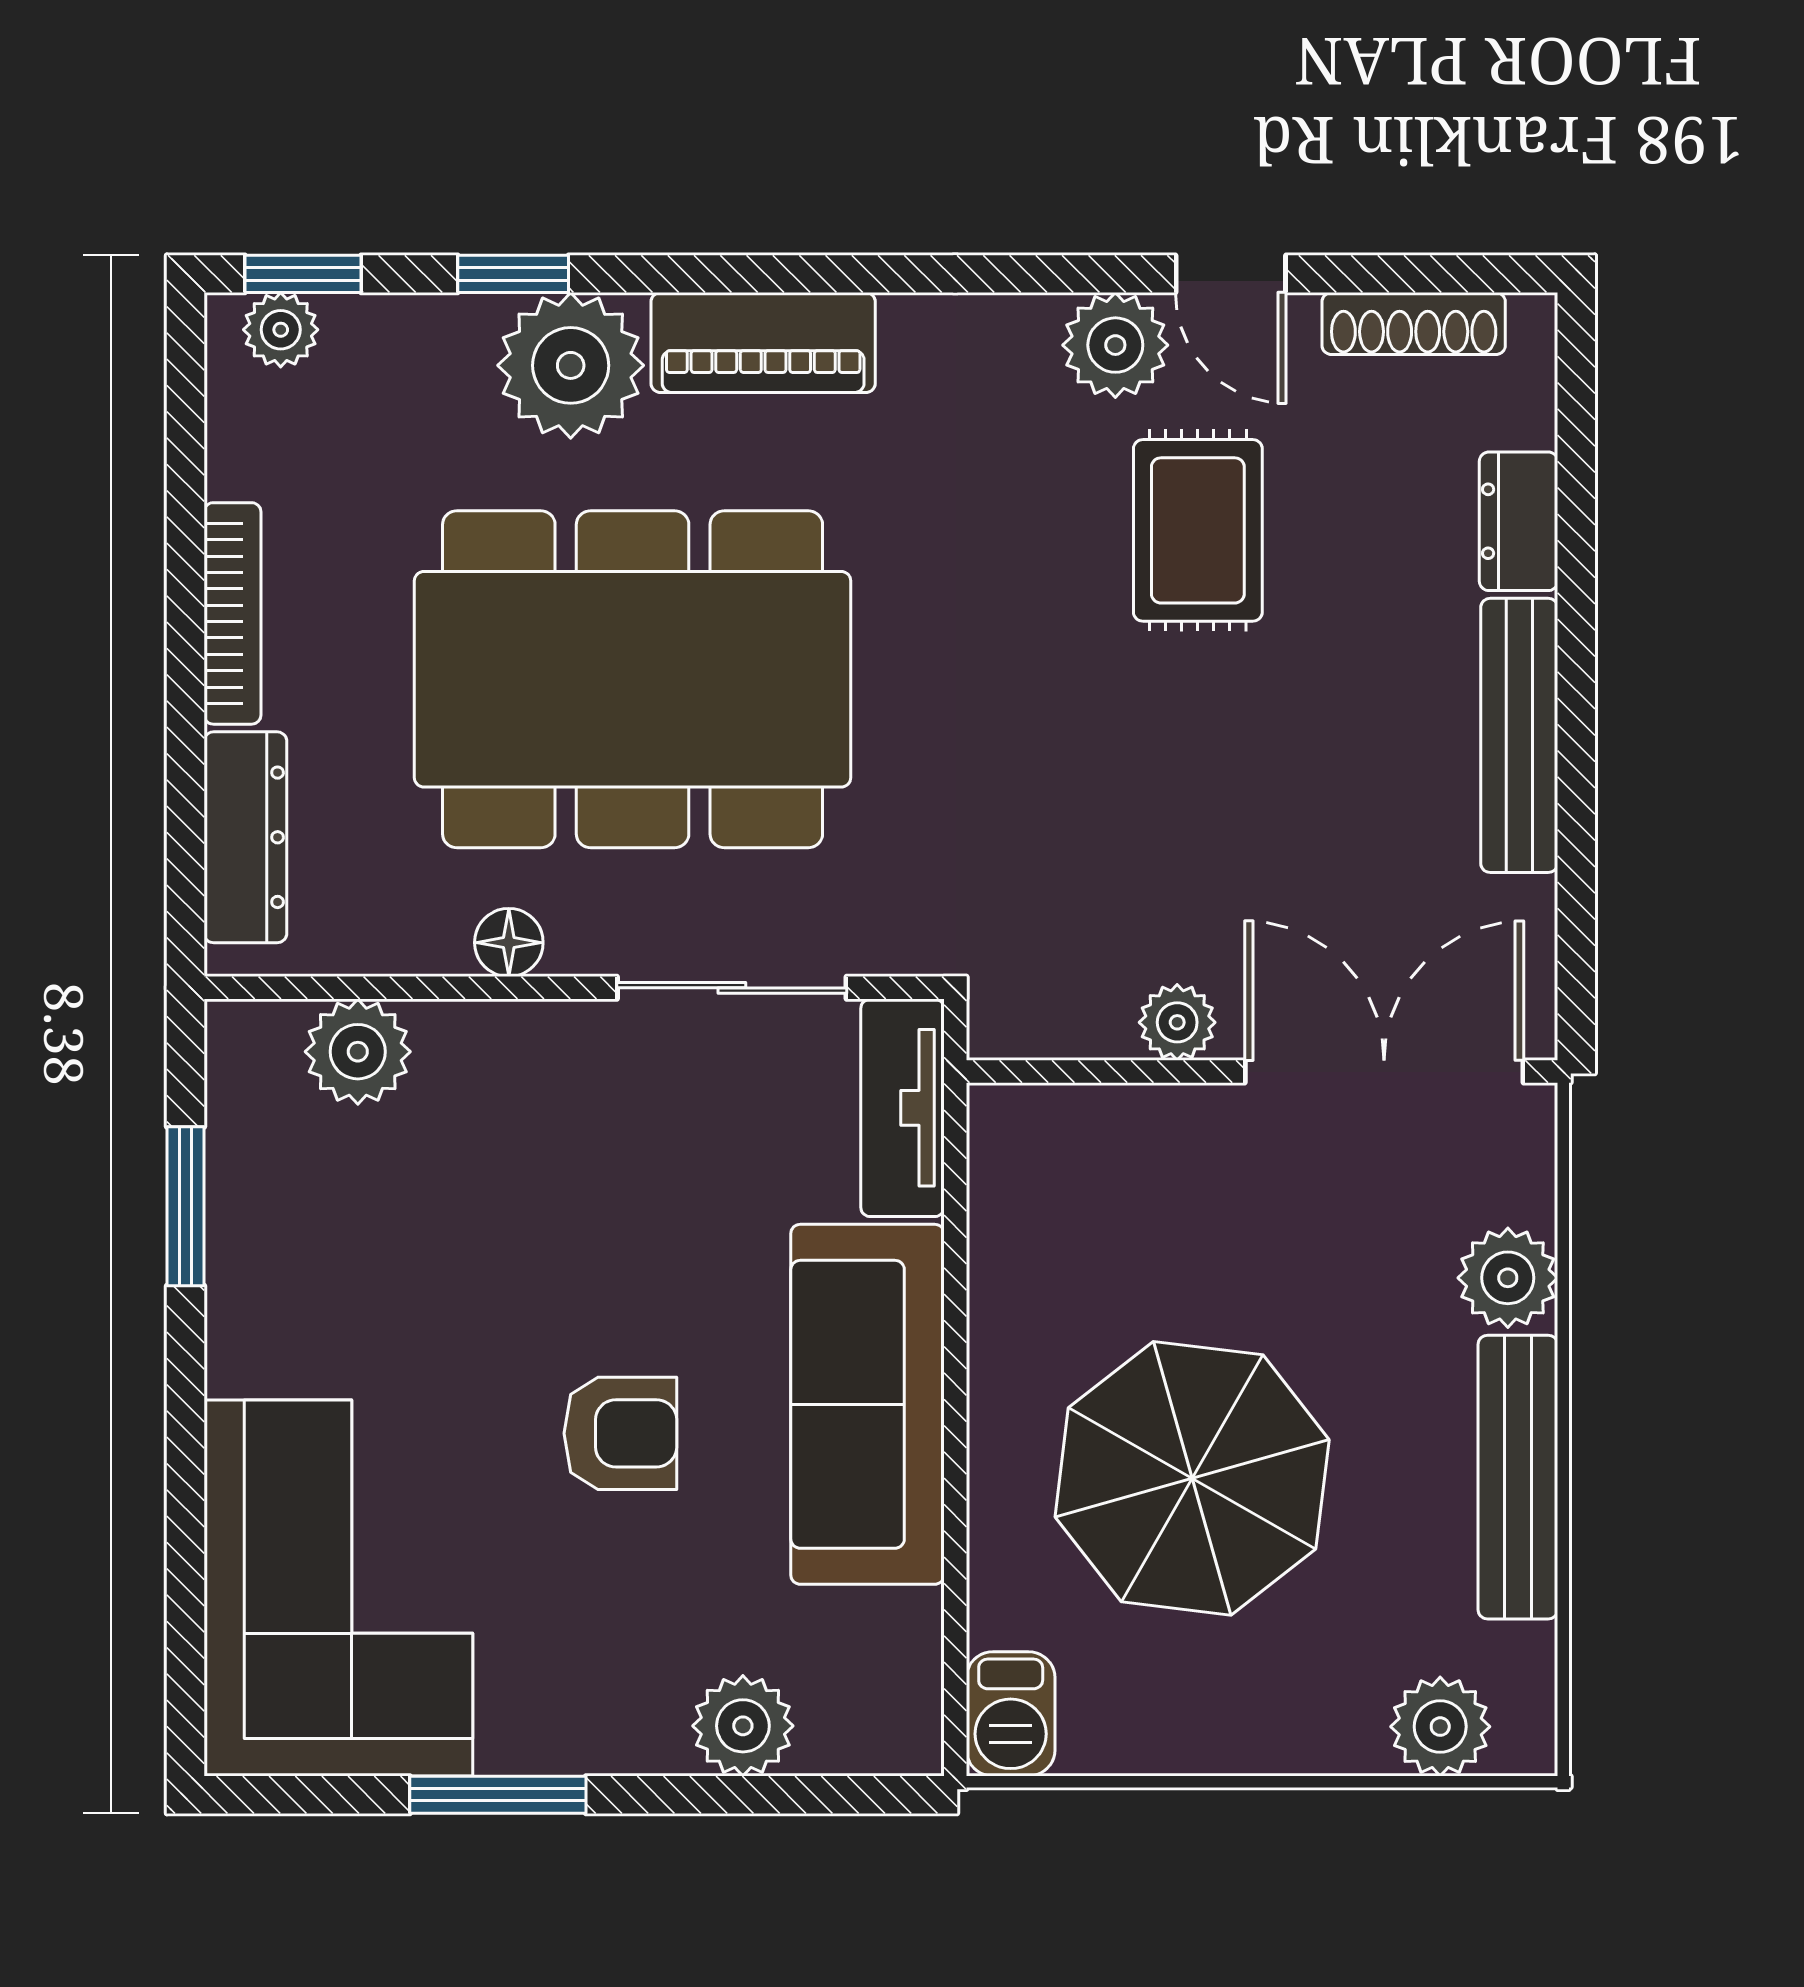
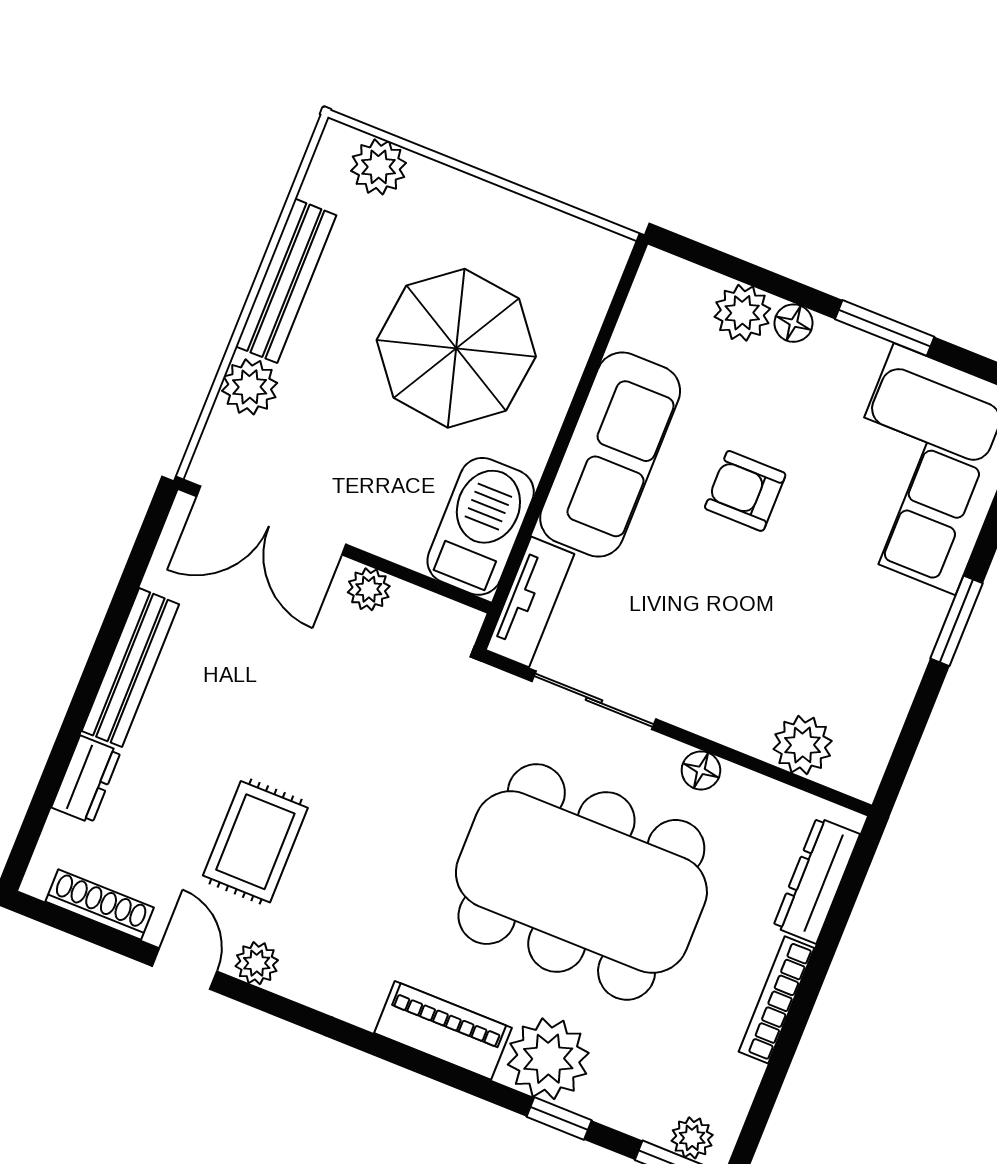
plant: (1115, 345) -> (257, 963), width x0.73, depth x0.73
window: (185, 1206) -> (957, 621), moved
barbecue: (1011, 1714) -> (481, 526), moved, width x1.88, depth x1.53
floor lamp: (651, 1743) -> (794, 323), added

